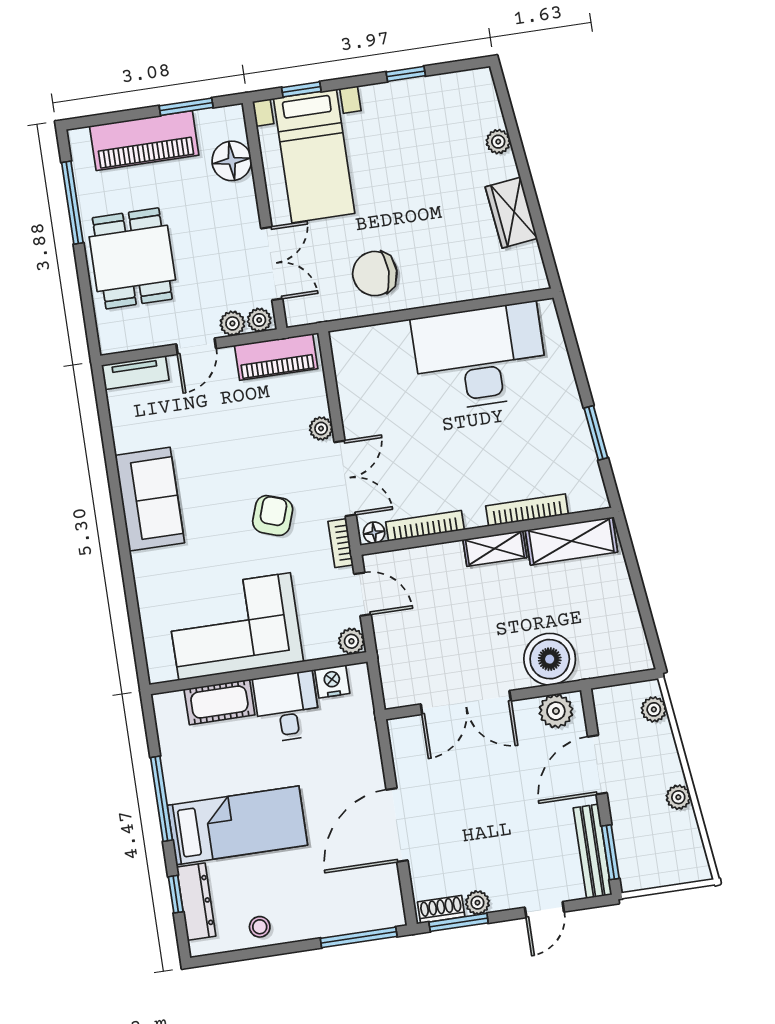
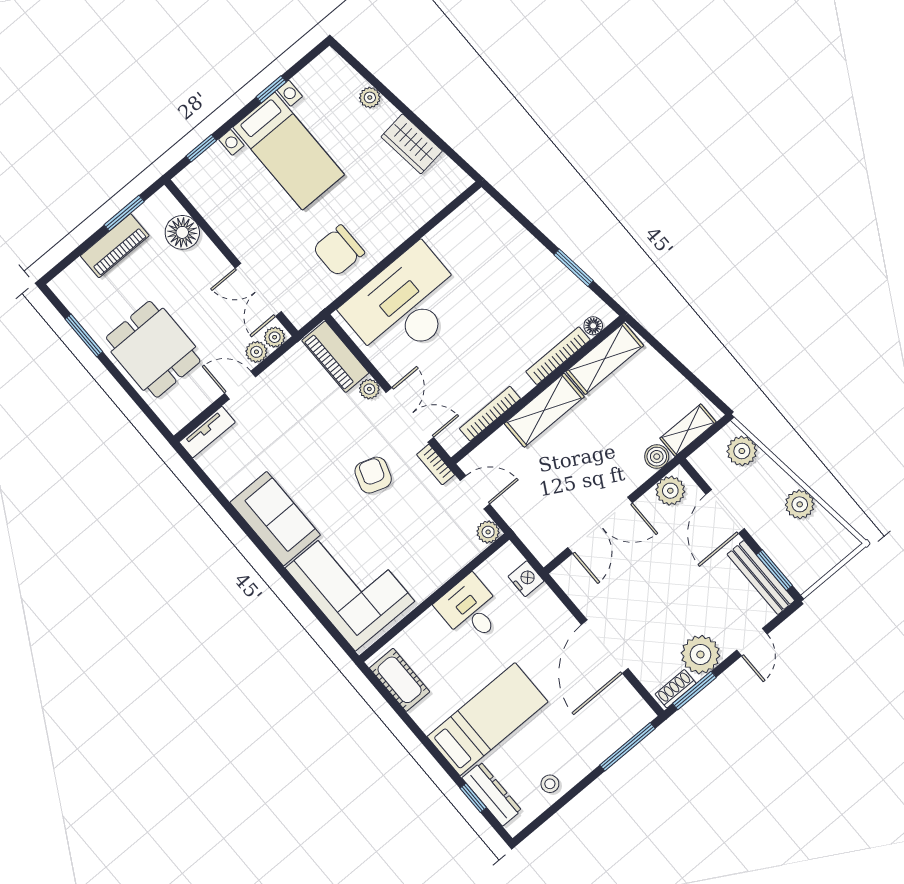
piano: (144, 141) -> (115, 246), width x0.73, depth x0.75
bed with nightstands: (314, 156) -> (289, 151), moved
window: (72, 203) -> (84, 335), width x0.69
double door: (272, 263) -> (258, 290), swing flipped
door: (196, 346) -> (240, 385), swing flipped
piano: (276, 357) -> (335, 357), moved, turned 90
desk: (480, 357) -> (405, 305), moved
floor lamp: (374, 533) -> (593, 326), moved
shelving: (495, 549) -> (544, 410), width x1.50, depth x1.33
corner sofa: (235, 626) -> (350, 585), moved, turned 90
boiler: (550, 659) -> (657, 457), width x0.54, depth x0.54
shelving: (610, 662) -> (688, 430), added
nightstand: (332, 681) -> (526, 579), moved, turned 90
cot: (219, 702) -> (400, 680), moved, turned 90
plant: (654, 709) -> (742, 451), width x1.38, depth x1.38
plant: (678, 797) -> (800, 504), width x1.38, depth x1.38
window: (161, 799) -> (420, 734), removed
plant: (477, 903) -> (700, 655), width x1.87, depth x1.87

